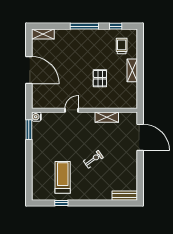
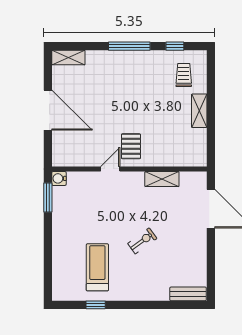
pallet: (100, 78) -> (131, 146), moved

